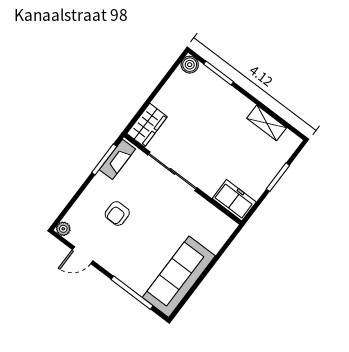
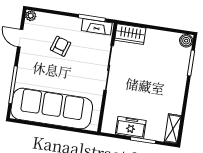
shelving: (267, 123) -> (173, 129), moved
freezer: (234, 200) -> (131, 127), moved, turned -90
armchair: (117, 213) -> (61, 46), turned 108
sofa: (179, 277) -> (52, 109), width x1.36, depth x1.27

